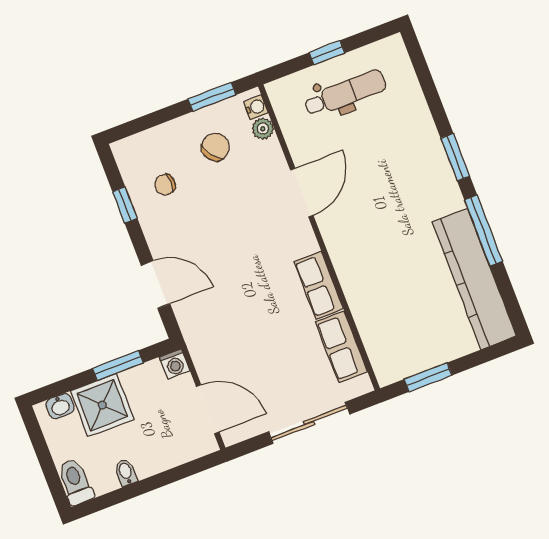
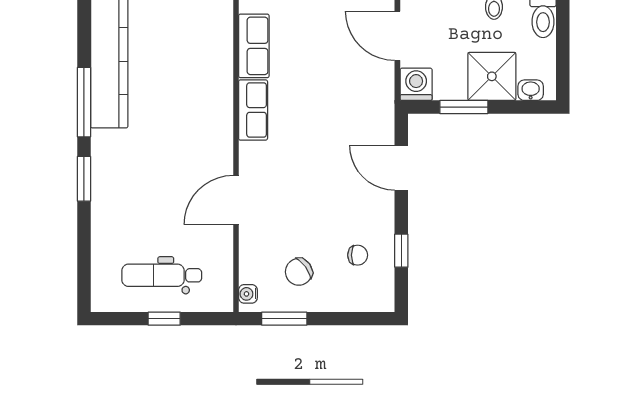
plant: (263, 129) -> (249, 272), removed
washing machine: (175, 364) -> (416, 84), width x1.38, depth x1.38

